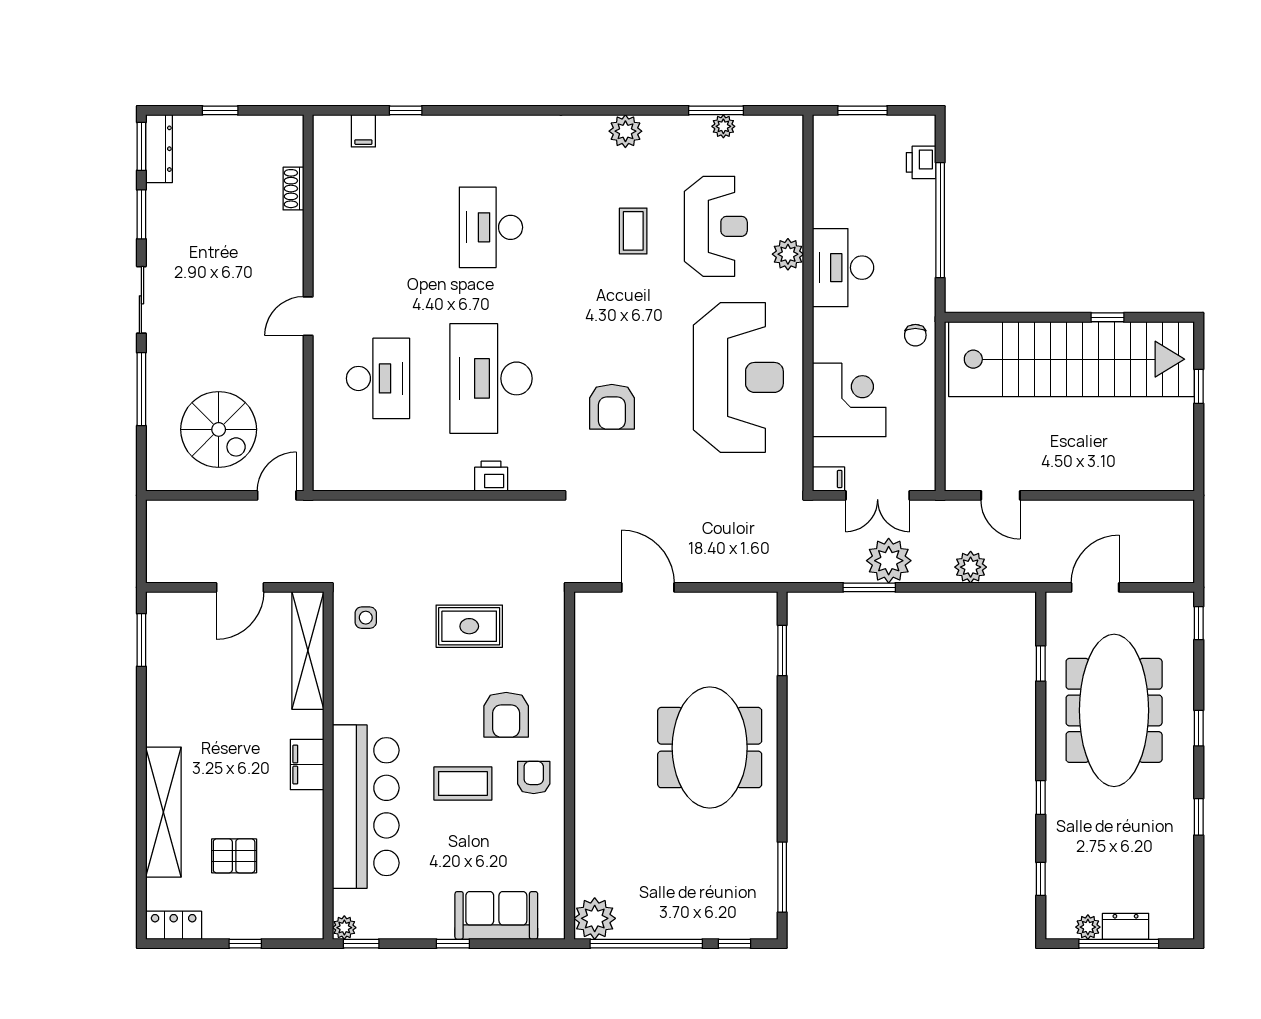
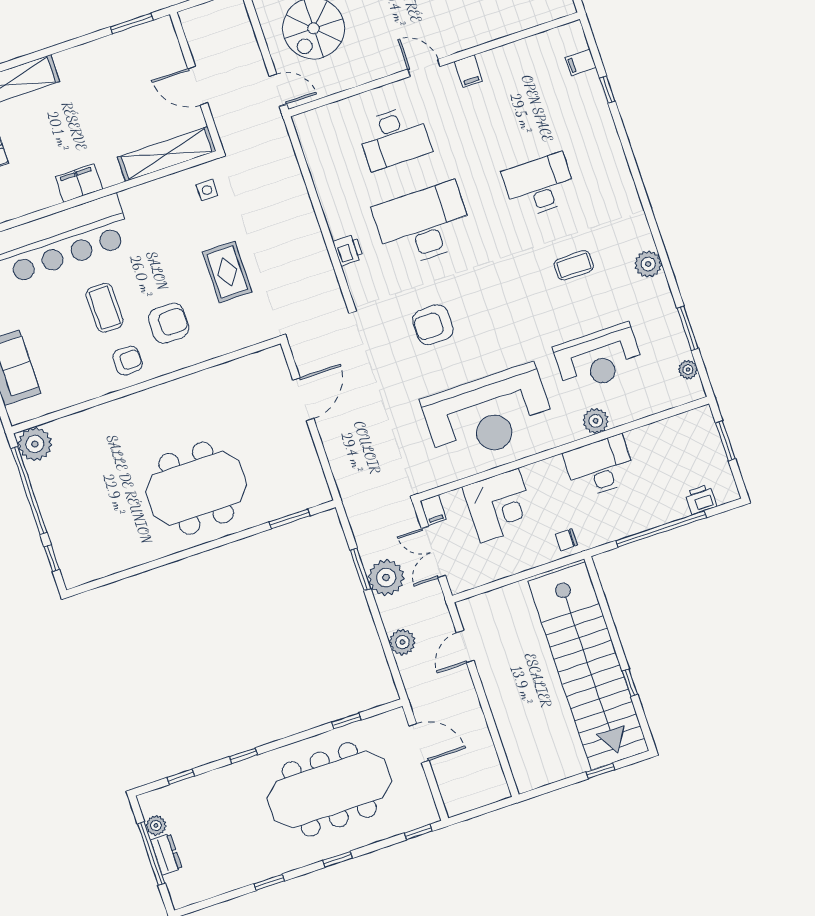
plant: (723, 126) -> (688, 370), moved
shoe rack: (293, 189) -> (518, 23), removed
coffee table: (633, 231) -> (574, 265), moved
filing cabinet: (330, 265) -> (468, 71), added
armchair: (506, 715) -> (169, 323), turned 180
window: (782, 877) -> (115, 577), removed

